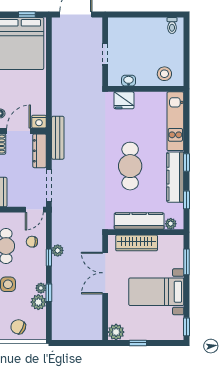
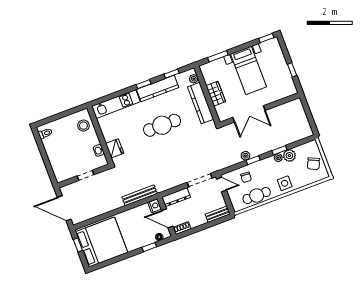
bench: (58, 138) -> (140, 195), moved
wardrobe: (137, 243) -> (216, 94), width x0.67
plant: (116, 332) -> (290, 89), removed

